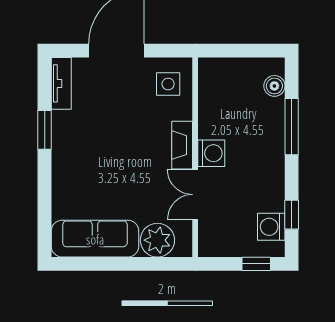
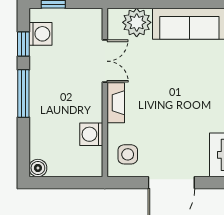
boiler: (274, 86) -> (38, 168), moved
window: (292, 127) -> (23, 94), moved
washing machine: (211, 153) -> (91, 134), moved

